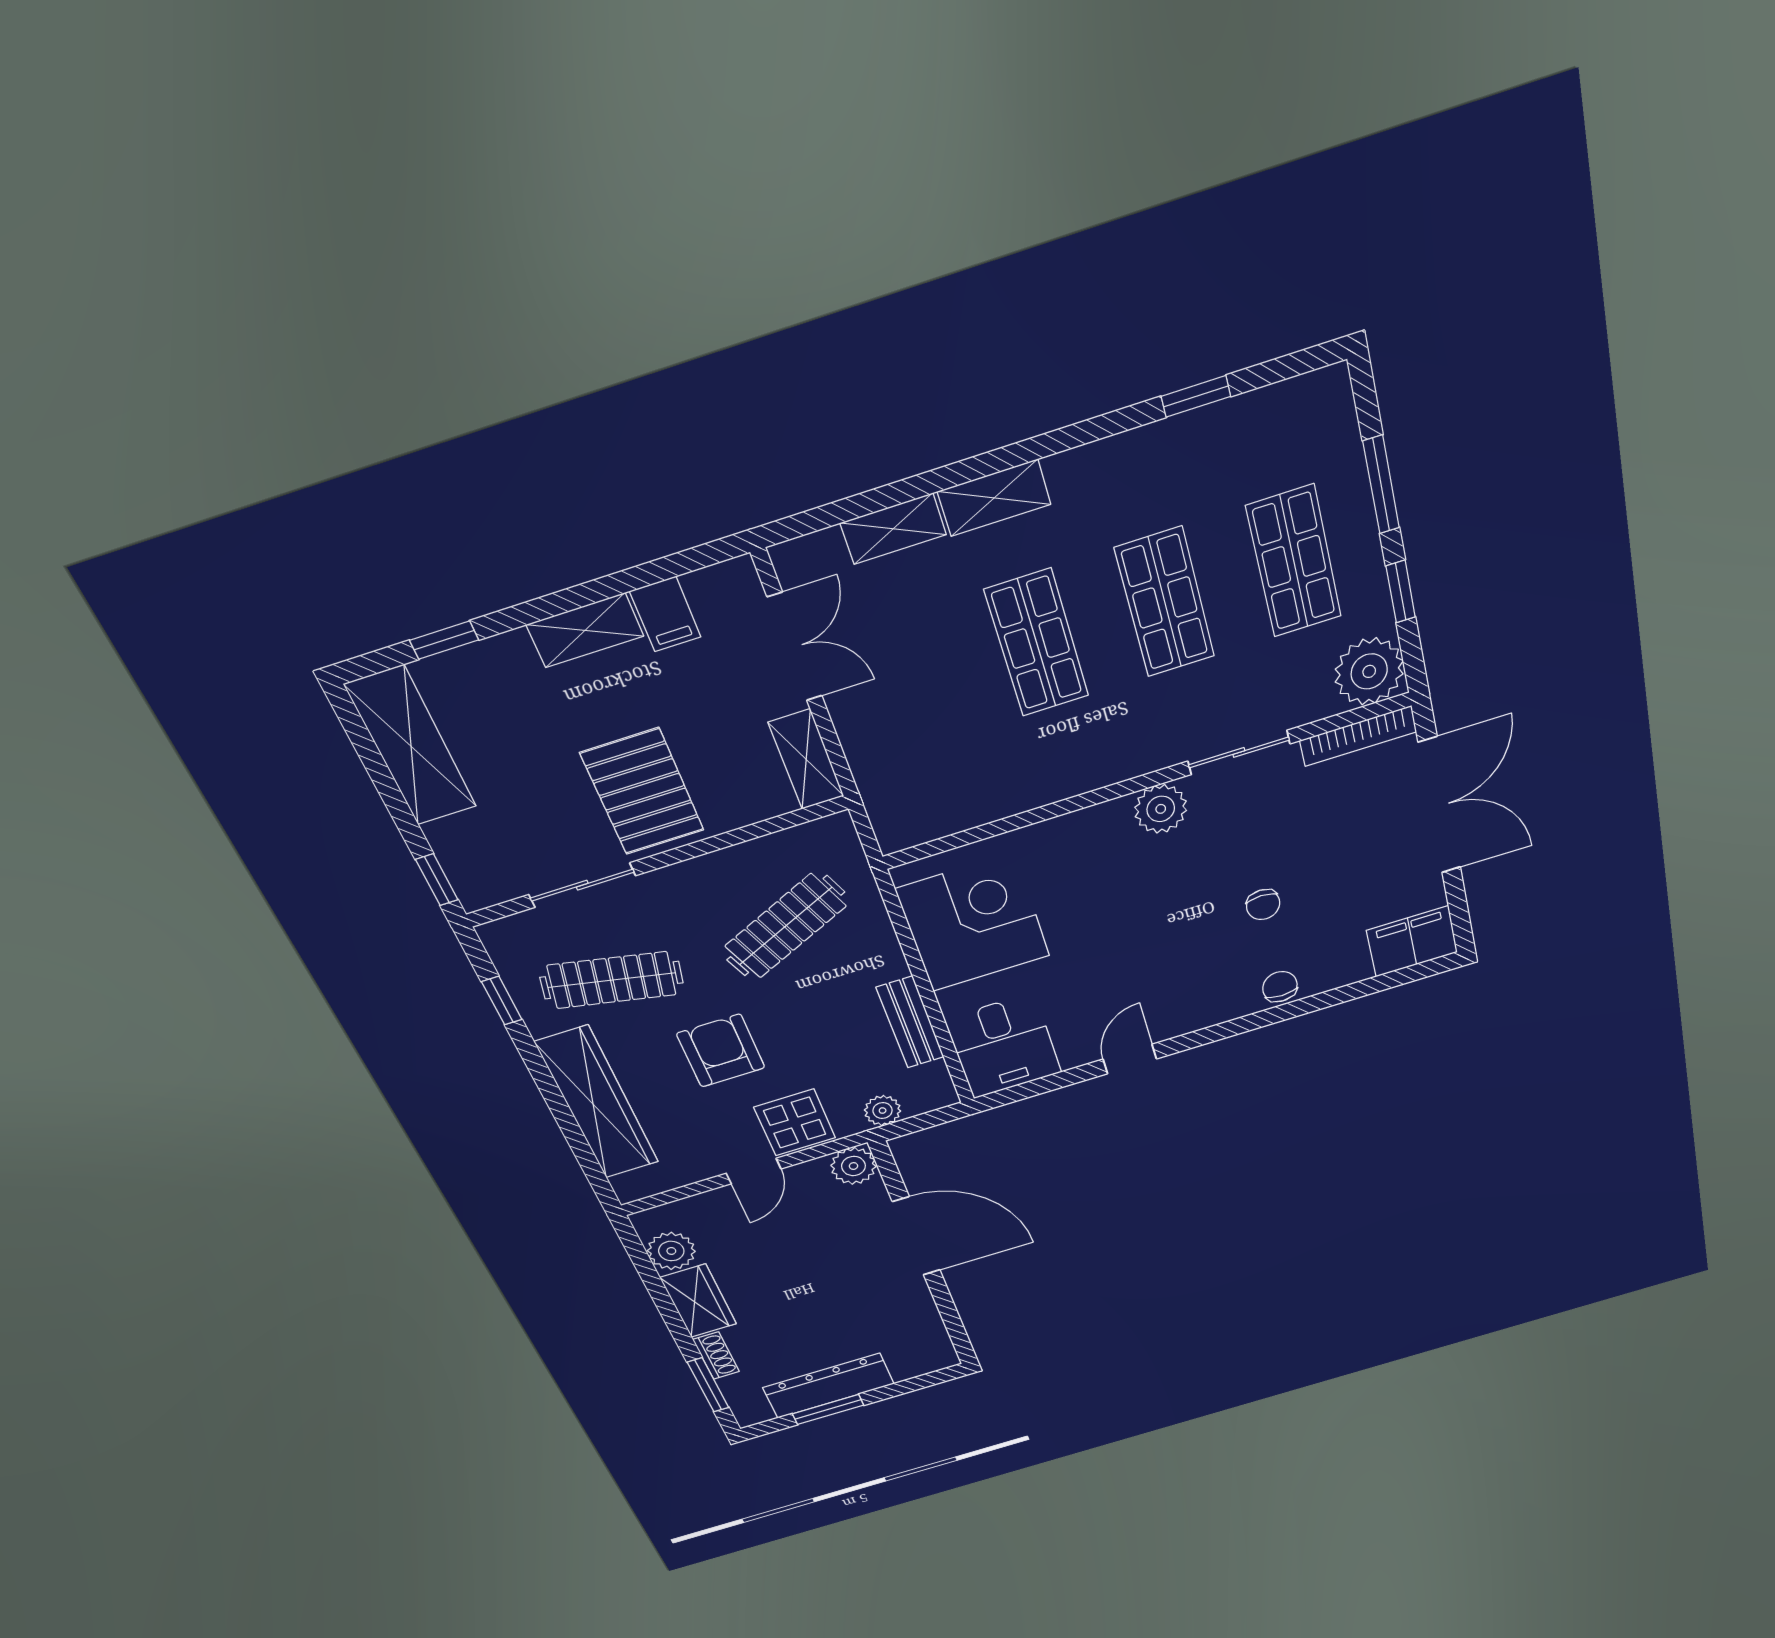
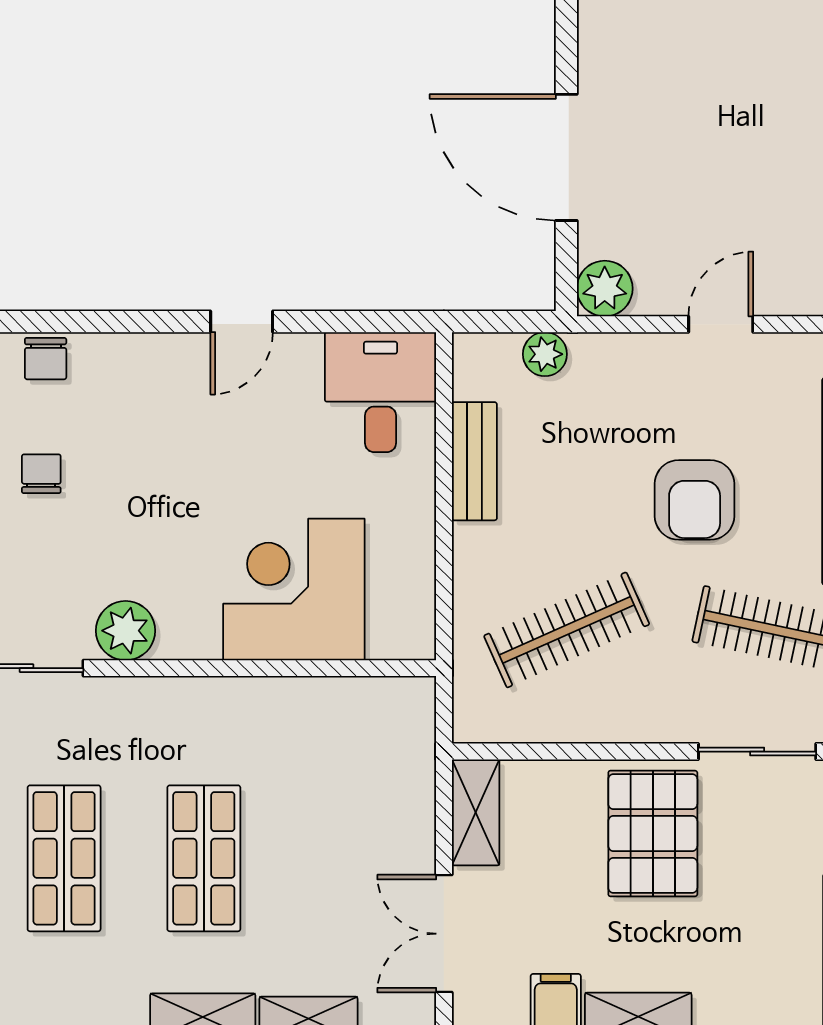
corner desk: (973, 923) -> (294, 589), moved, turned 90
display table: (795, 1122) -> (649, 374), removed

